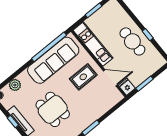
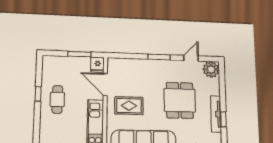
cafe table: (132, 41) -> (57, 99), width x0.73, depth x0.74

